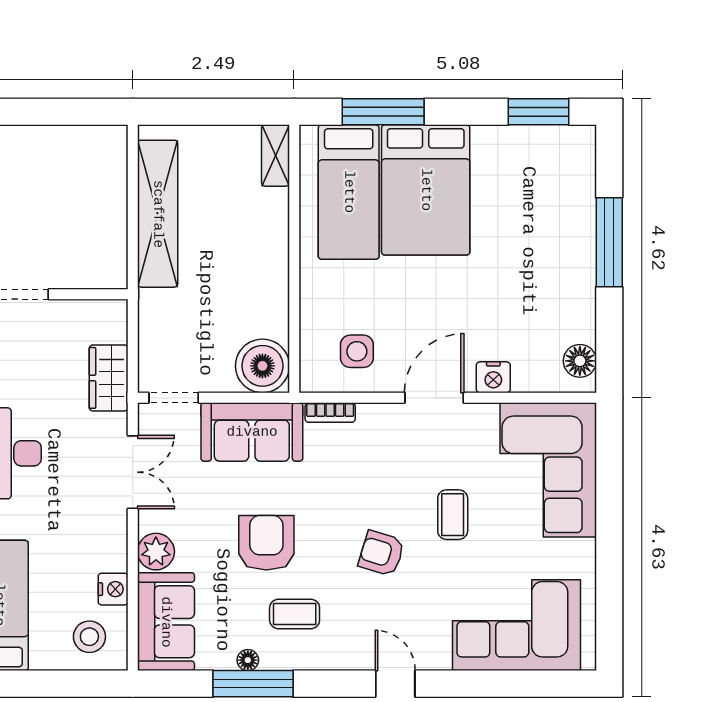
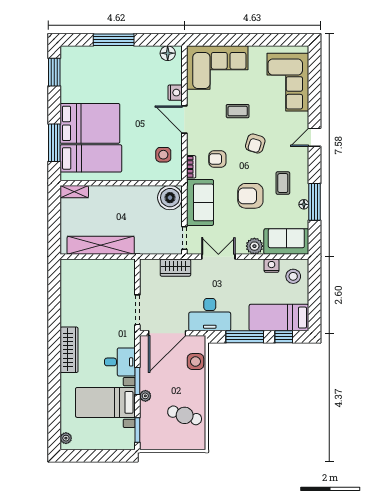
armchair: (347, 470) -> (217, 159), added

